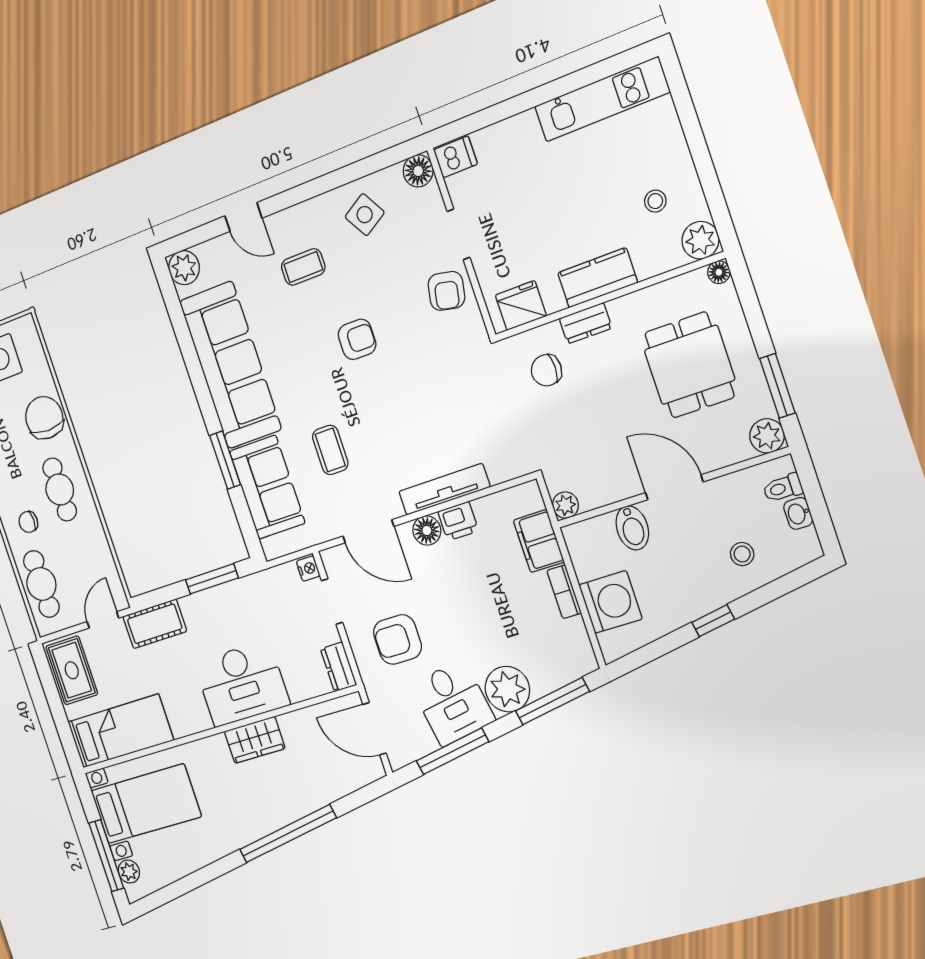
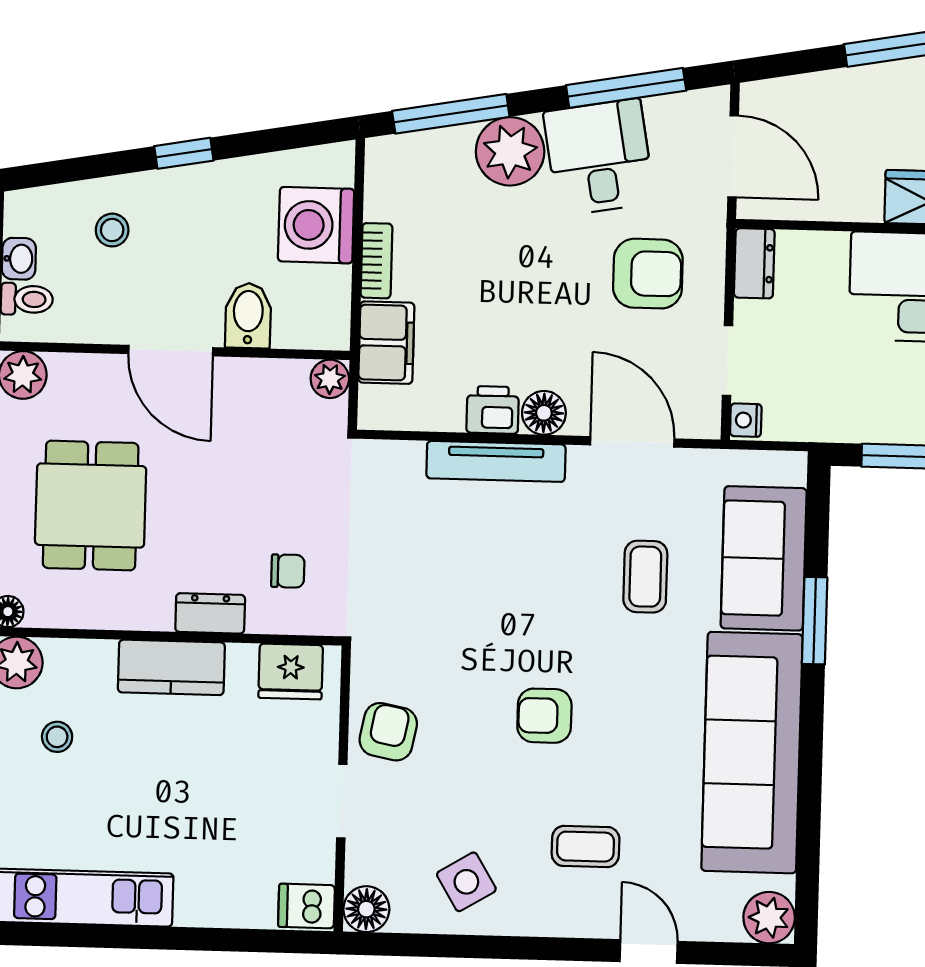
chair: (546, 370) -> (288, 571), width x0.73, depth x0.73

